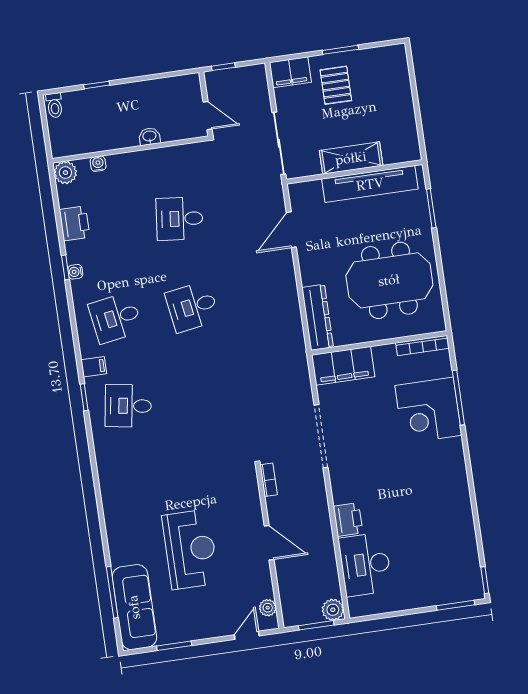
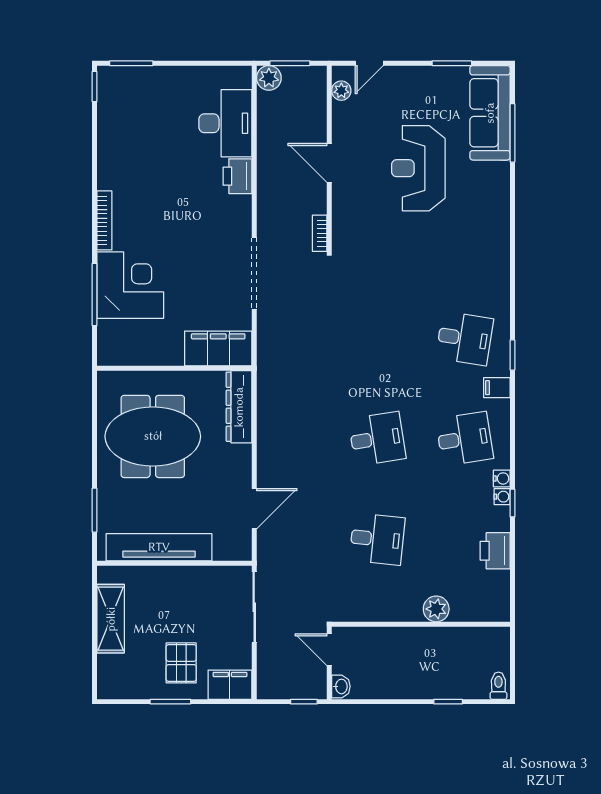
washbasin: (149, 136) -> (341, 686), moved, turned -90
shelving: (351, 158) -> (111, 619), moved, turned 90
water cooler: (98, 164) -> (502, 478), moved, turned -90
plant: (65, 173) -> (436, 609), moved
bookcase: (422, 345) -> (104, 220), moved, turned 90

